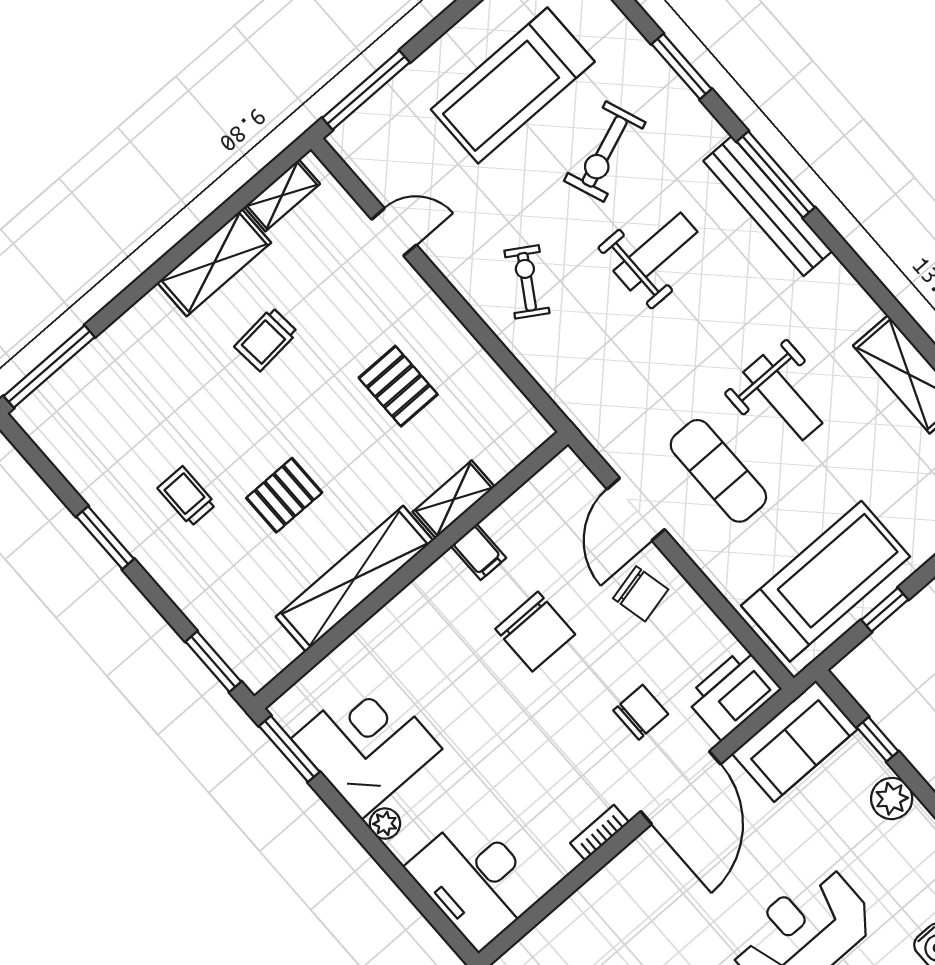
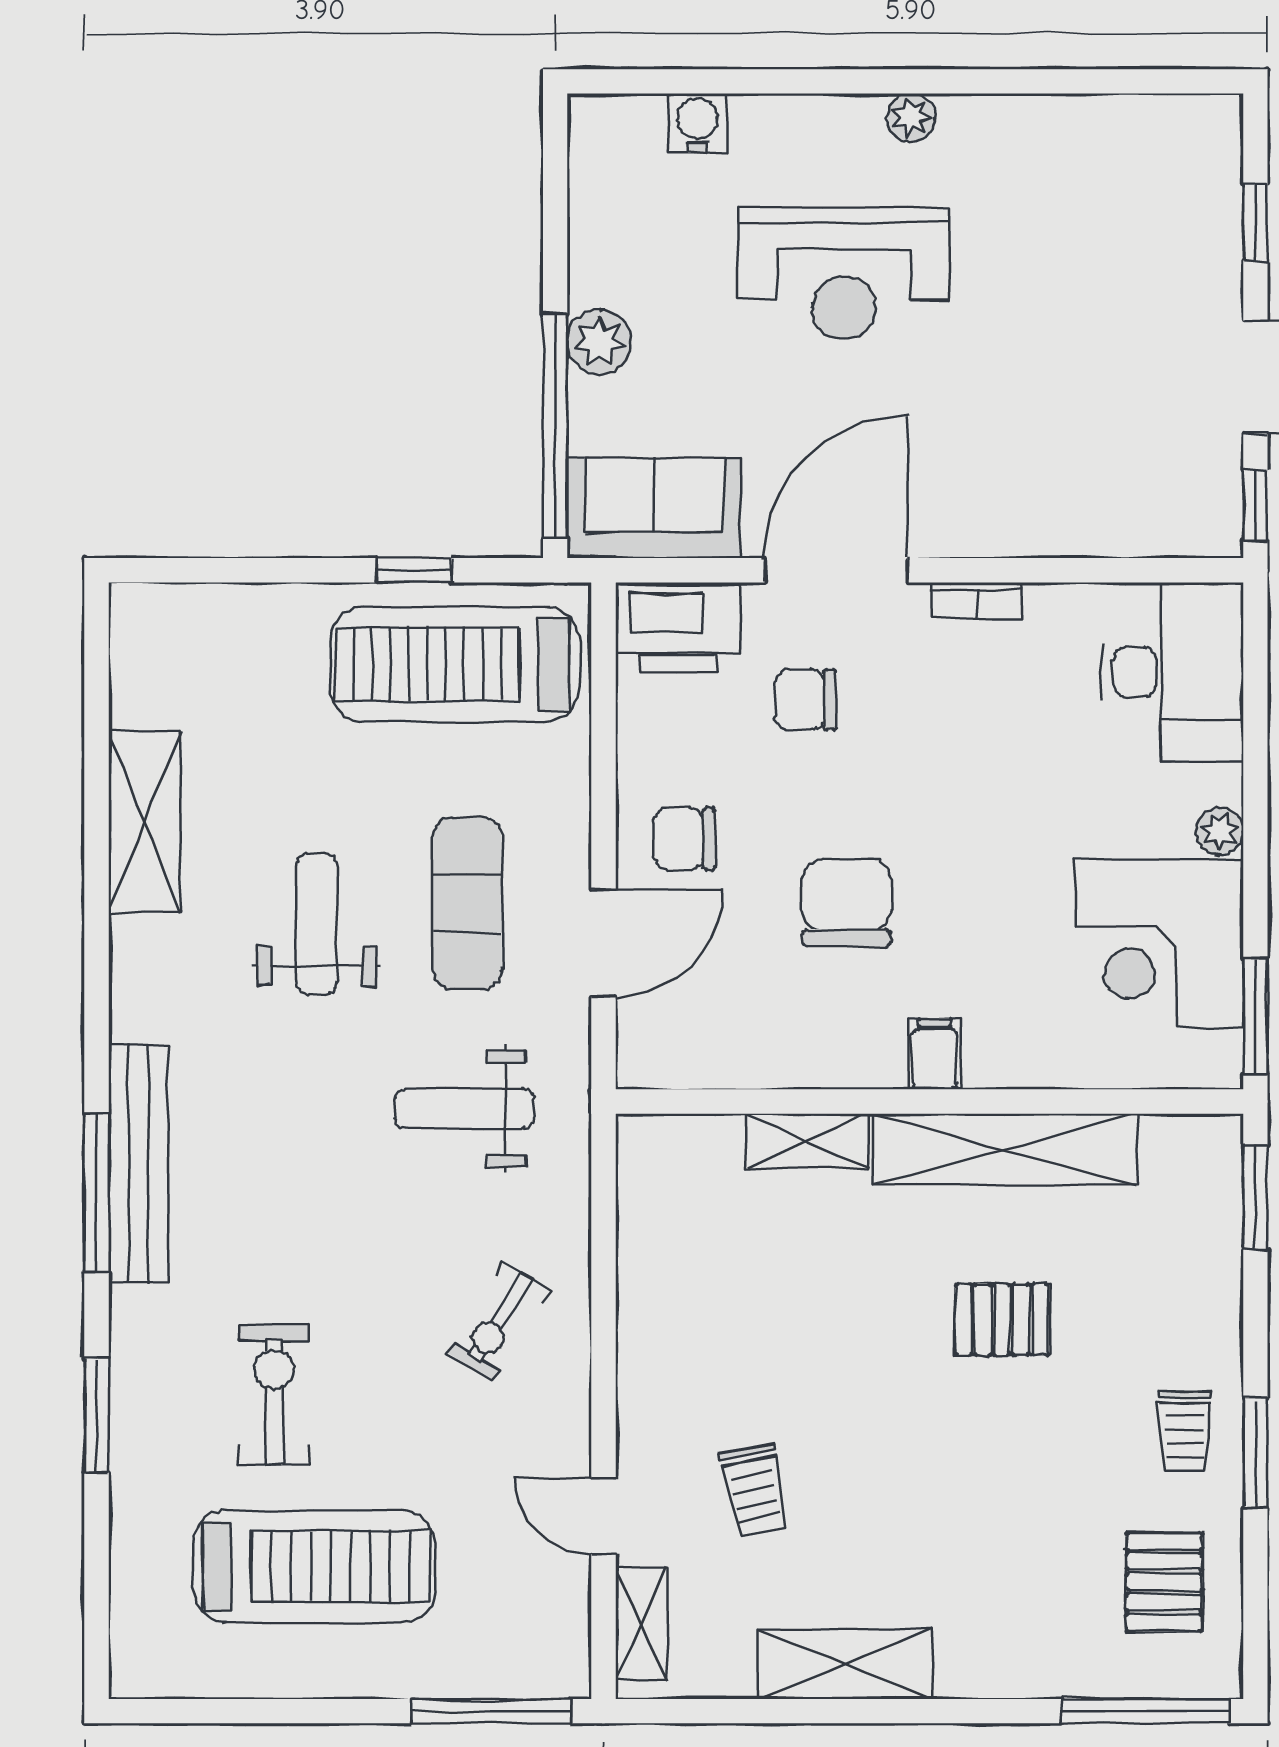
exercise bike: (605, 152) -> (274, 1395), turned -69
shelving: (282, 195) -> (641, 1624), moved, turned 90
weight bench: (655, 251) -> (464, 1109), moved
trolley: (266, 339) -> (754, 1491), moved, turned 84
pallet: (398, 386) -> (1164, 1582), moved
trolley: (187, 496) -> (1185, 1431), moved
filing cabinet: (479, 552) -> (935, 1054), moved
chair: (641, 594) -> (684, 839), turned -77
window: (878, 739) -> (555, 426), width x3.17

